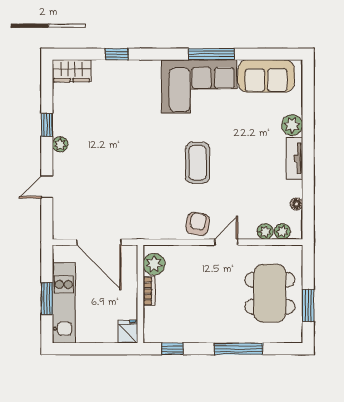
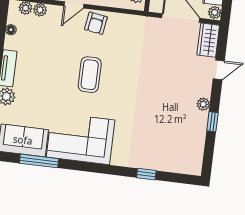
window: (211, 54) -> (39, 161), moved
wardrobe: (72, 71) -> (208, 40), moved, turned -90
plant: (60, 254) -> (215, 12), added

